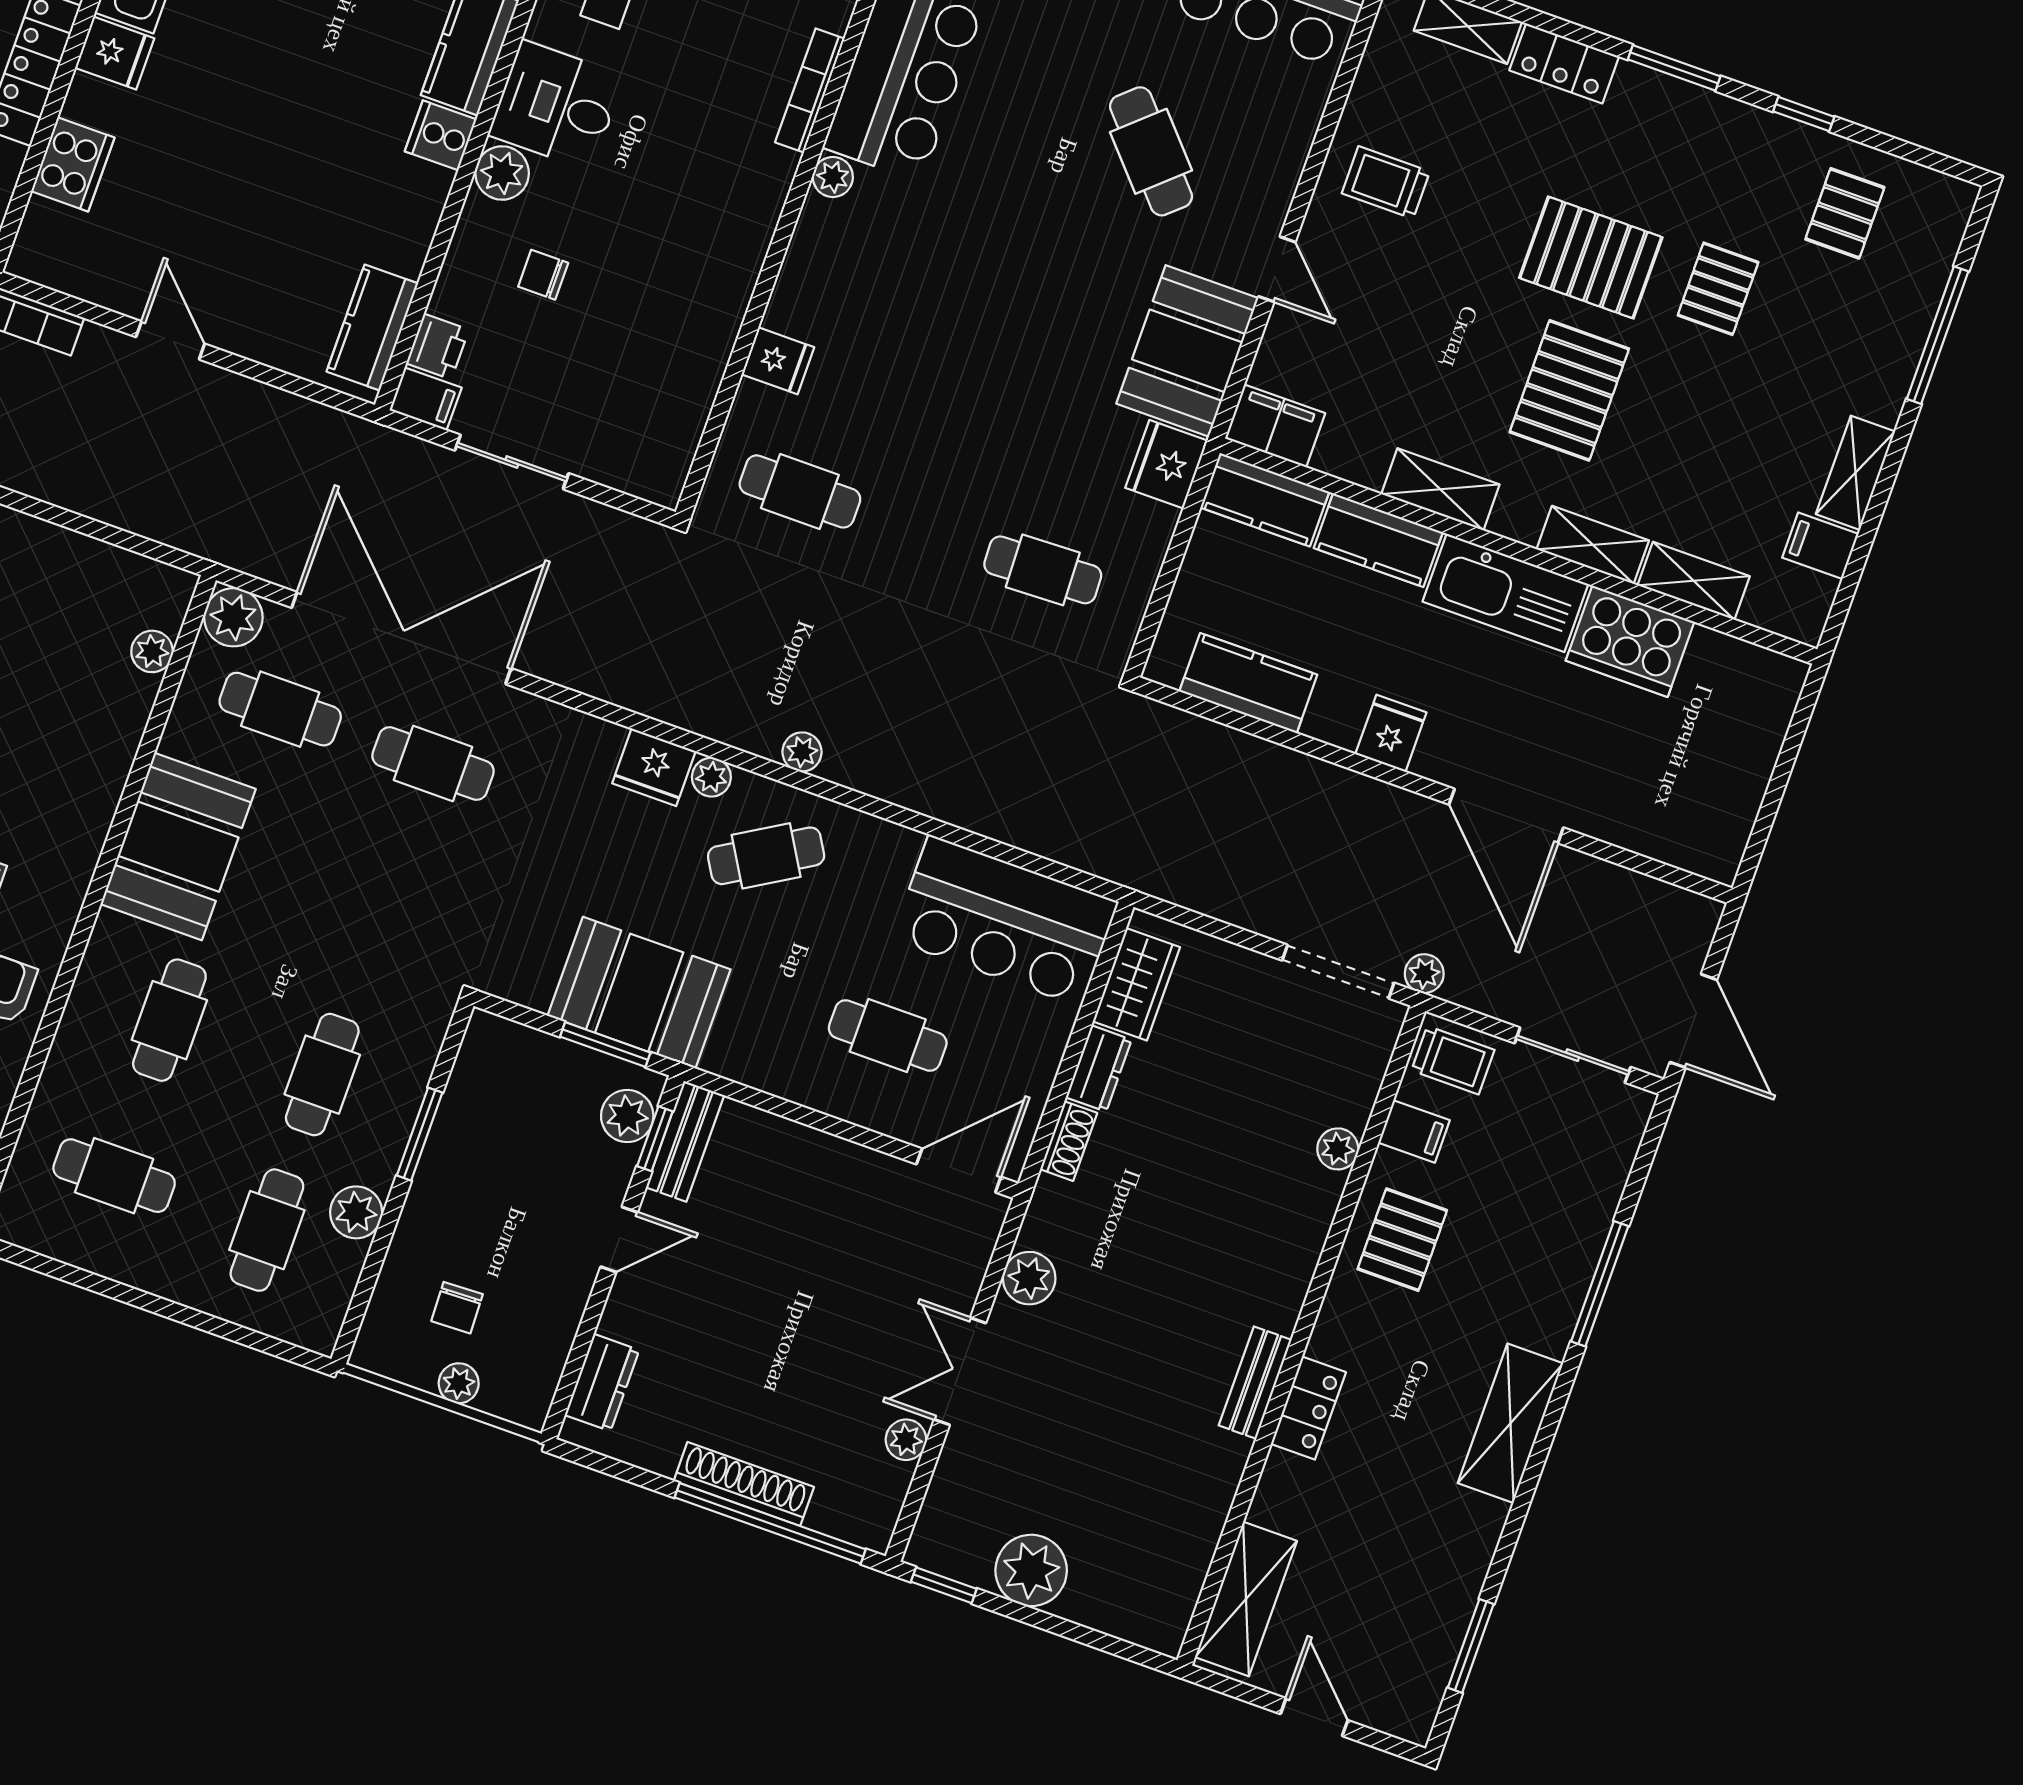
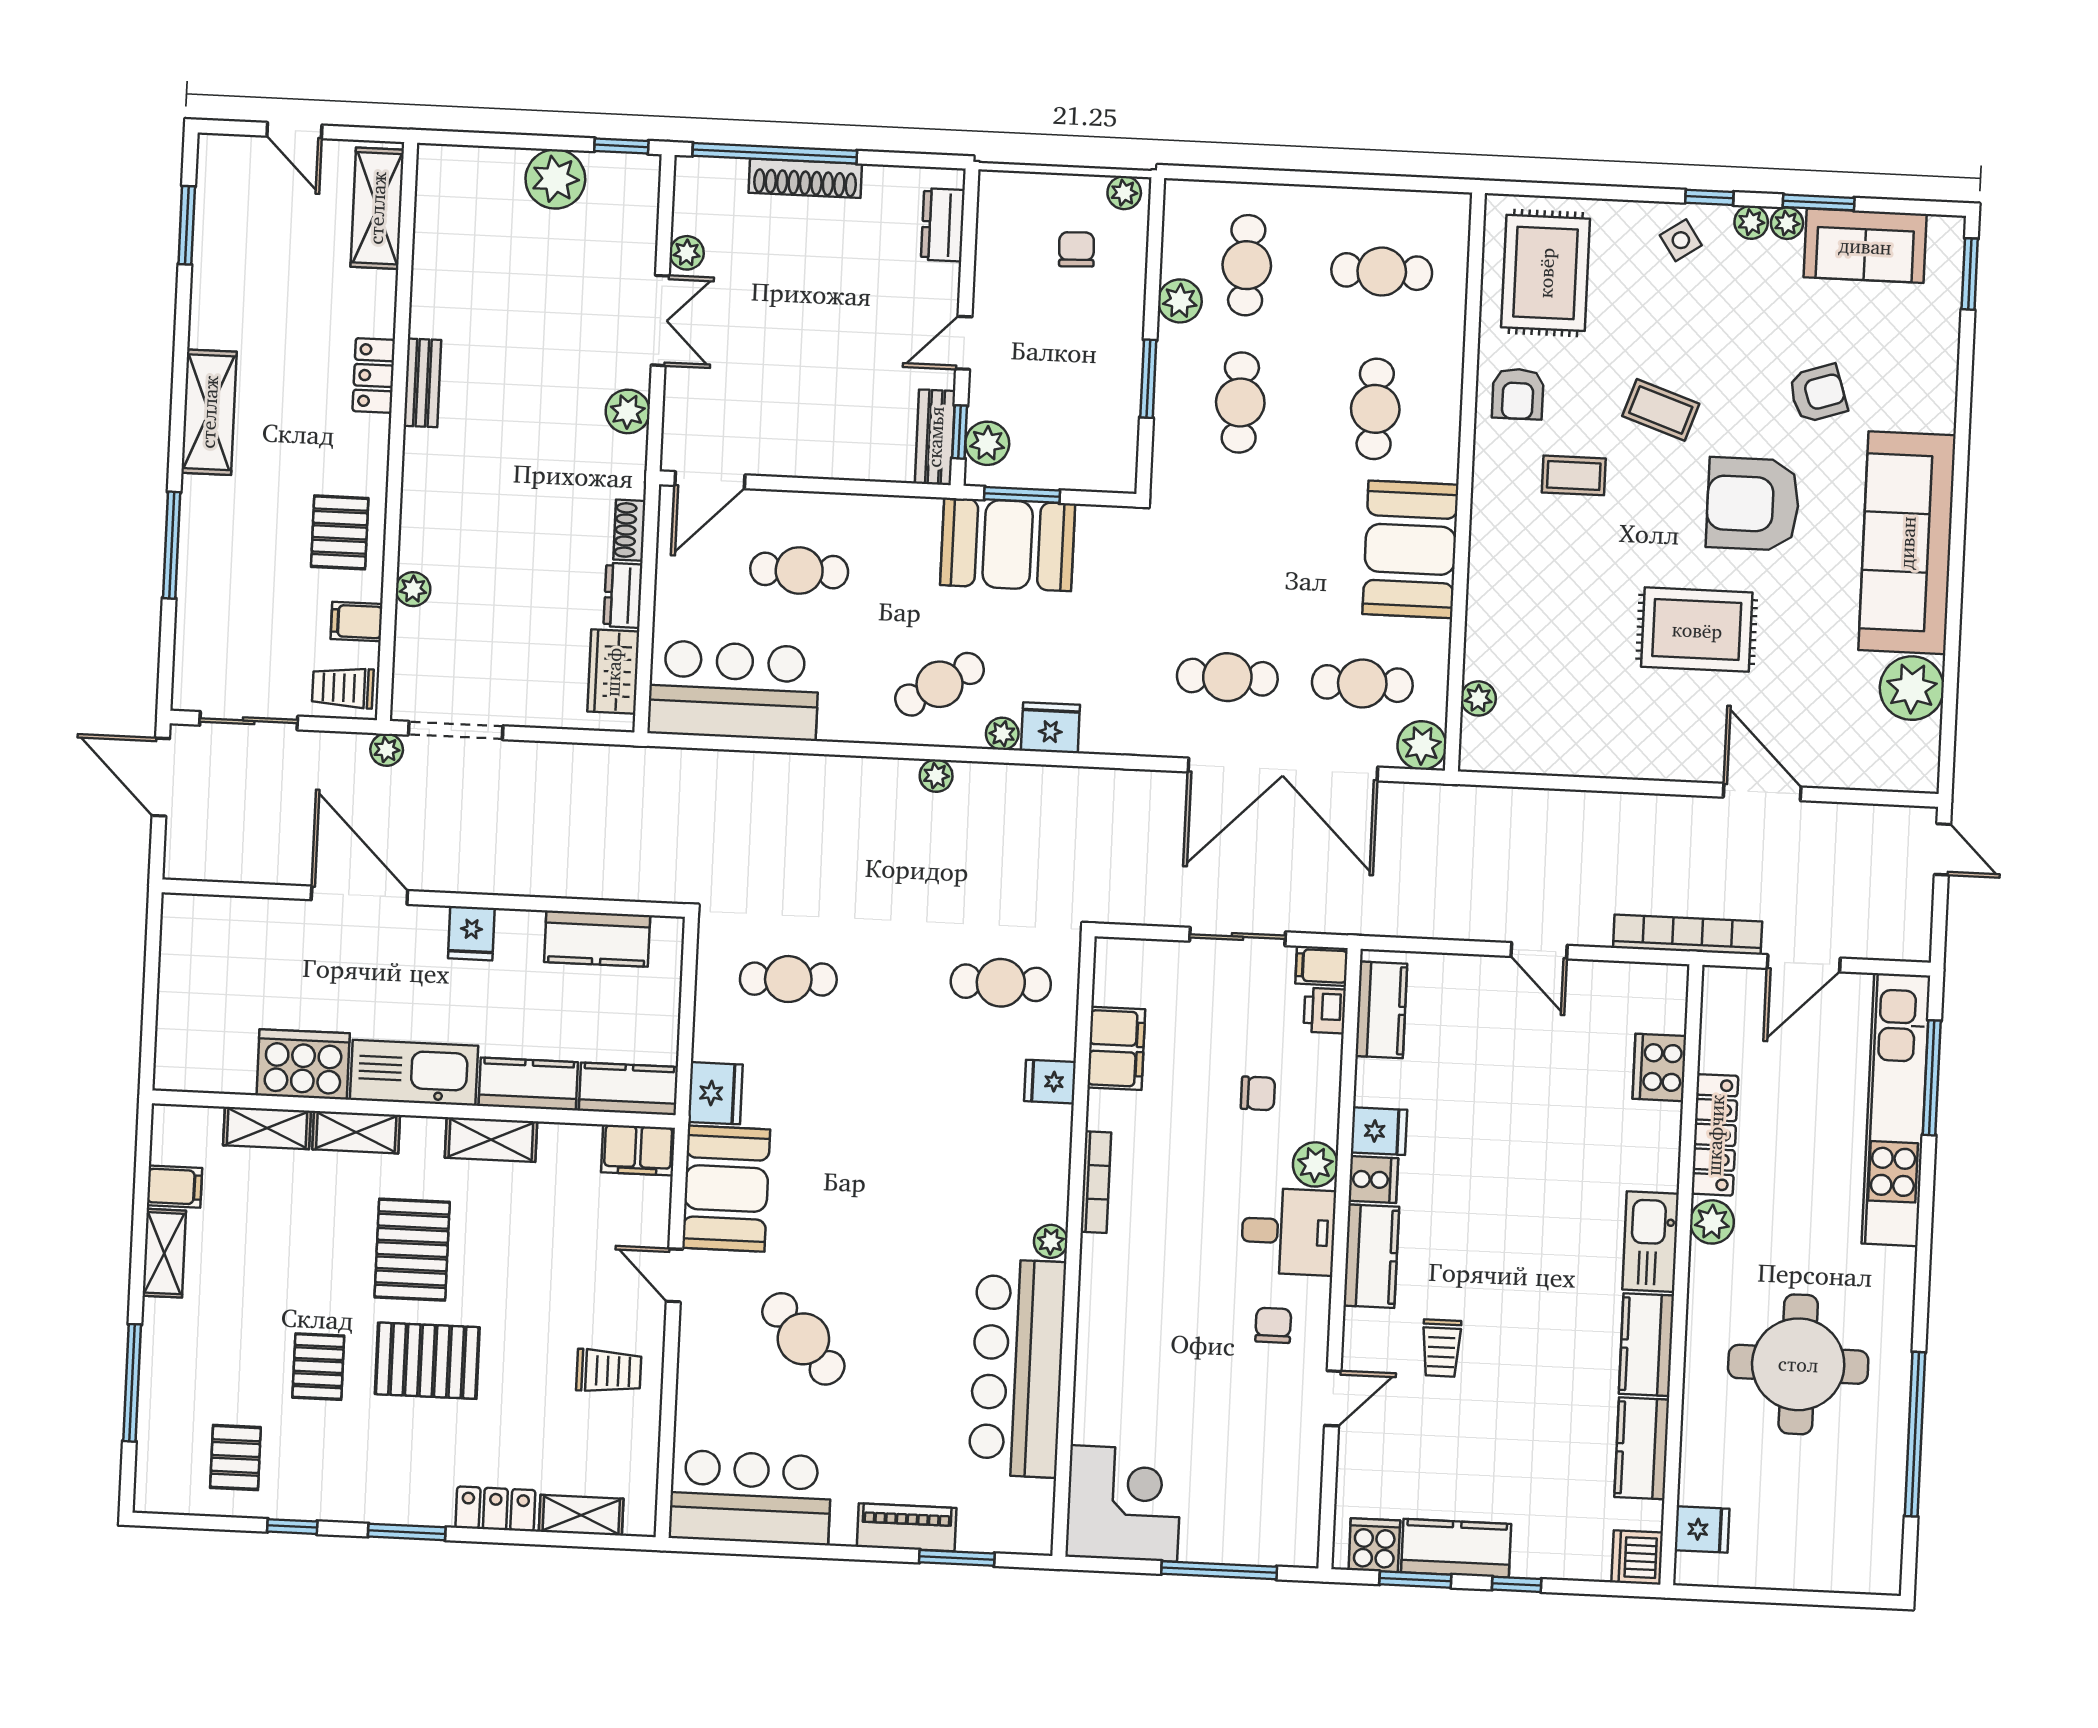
fridge: (115, 53) -> (1379, 1131), moved, turned 180
bookcase: (810, 90) -> (1096, 1182), moved
filing cabinet: (690, 376) -> (1116, 1048), added
plant: (459, 1383) -> (1124, 193), moved

